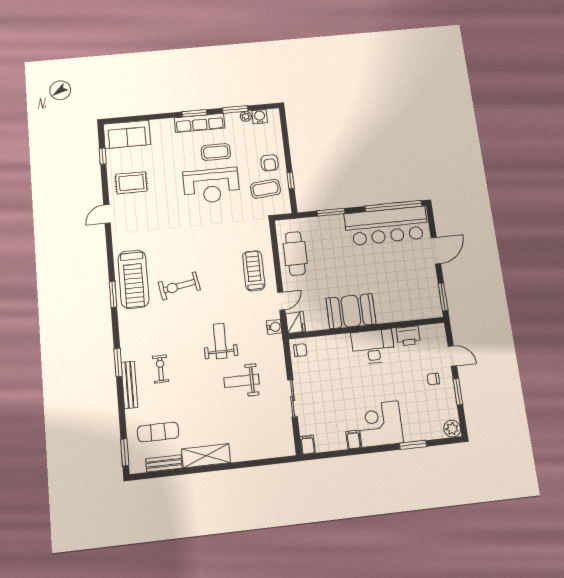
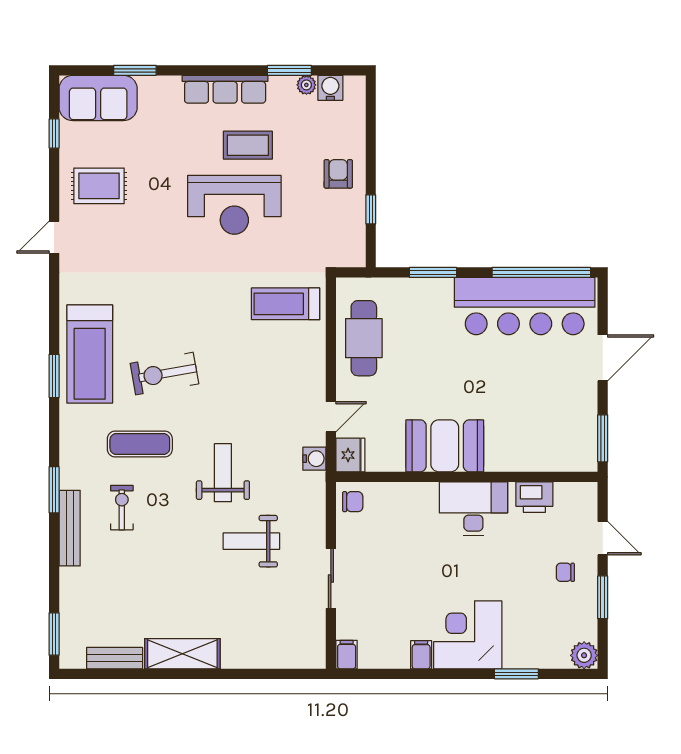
window: (194, 113) -> (135, 70), moved
armchair: (270, 163) -> (338, 174), turned 180
coffee table: (266, 189) -> (326, 220), removed
treadmill: (254, 271) -> (286, 304), moved, turned -90
exercise mat: (158, 432) -> (140, 444), moved

